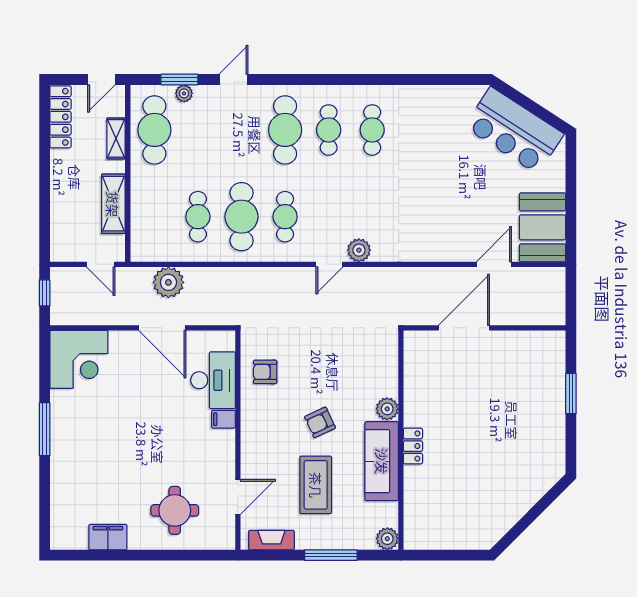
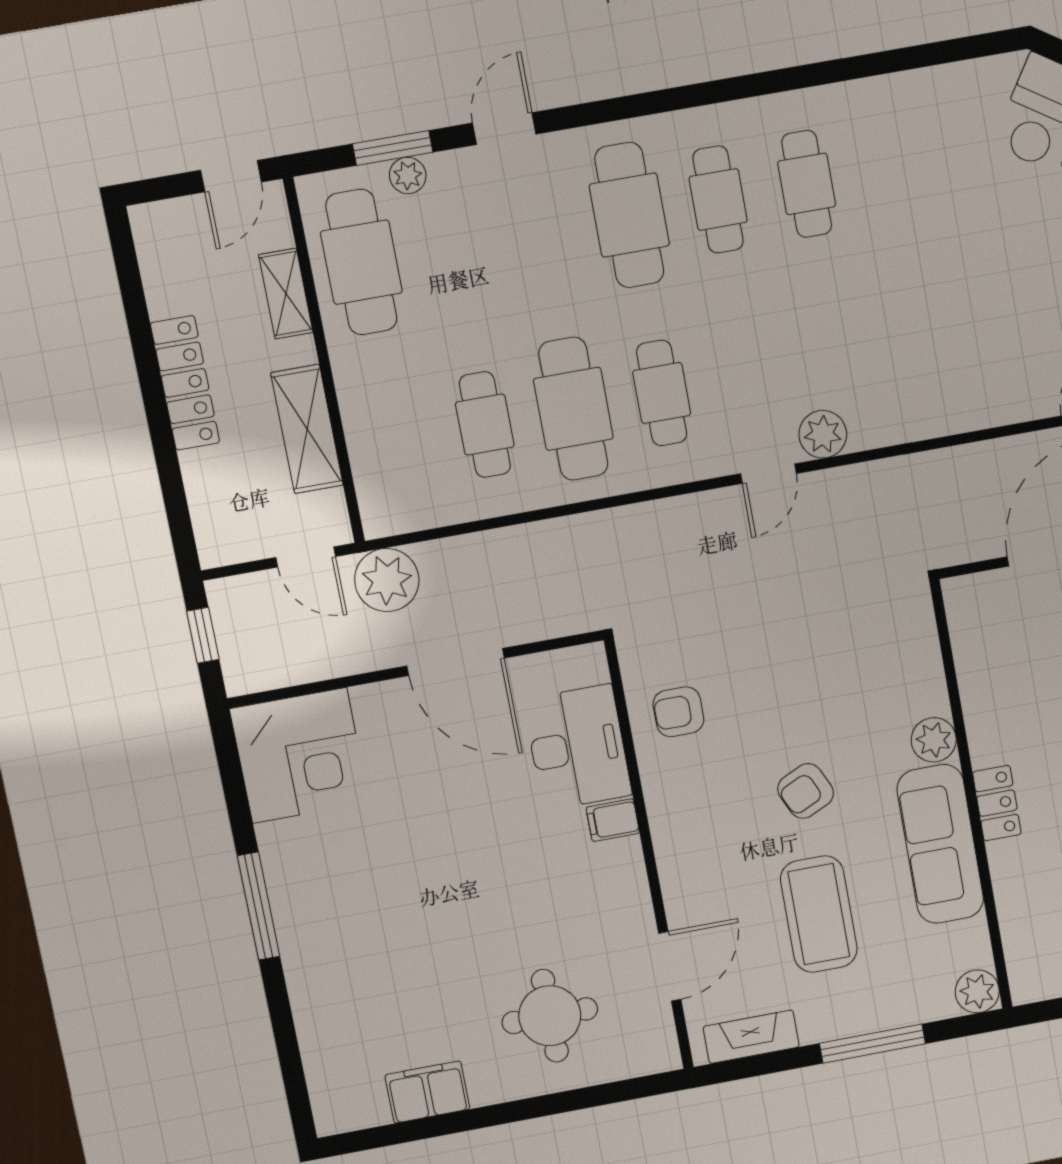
locker: (60, 117) -> (185, 383), moved
plant: (168, 282) -> (387, 580), moved

